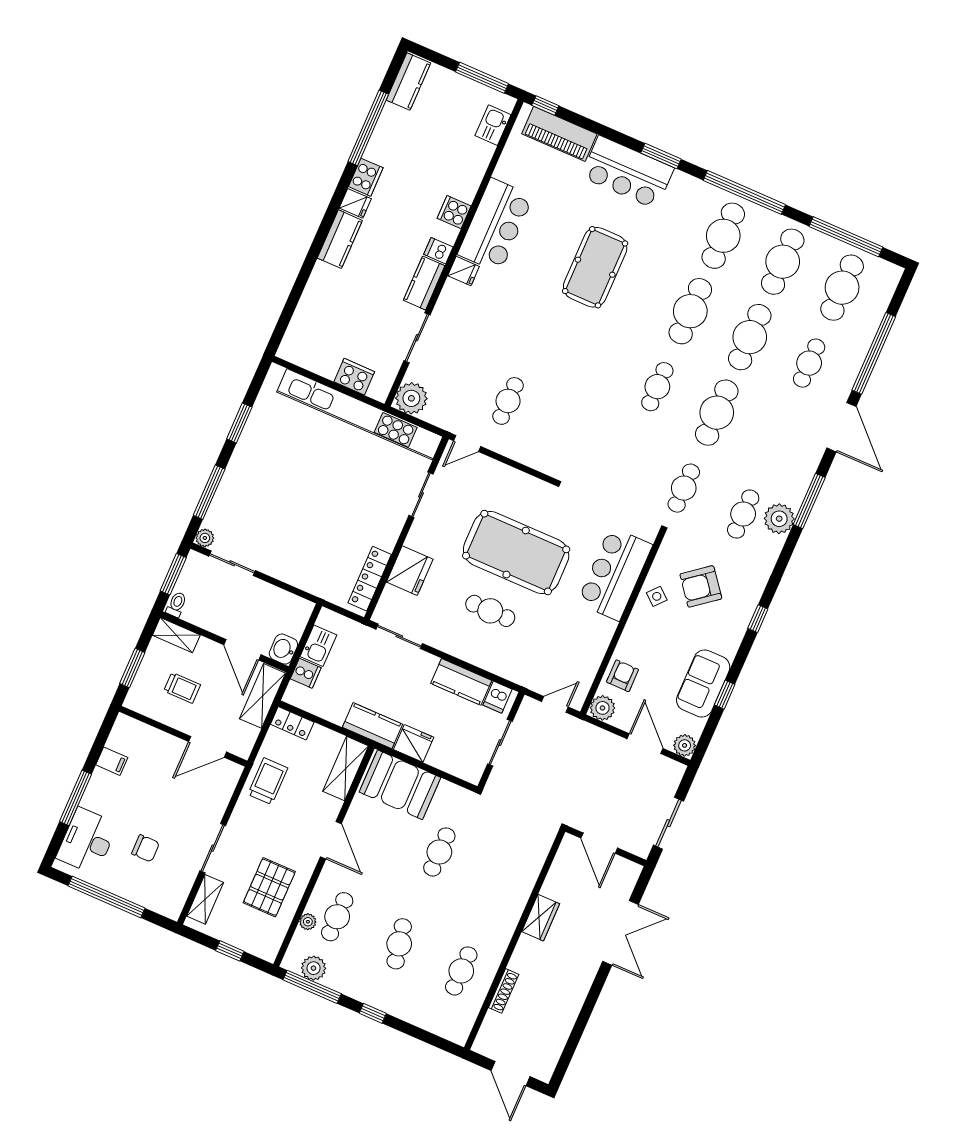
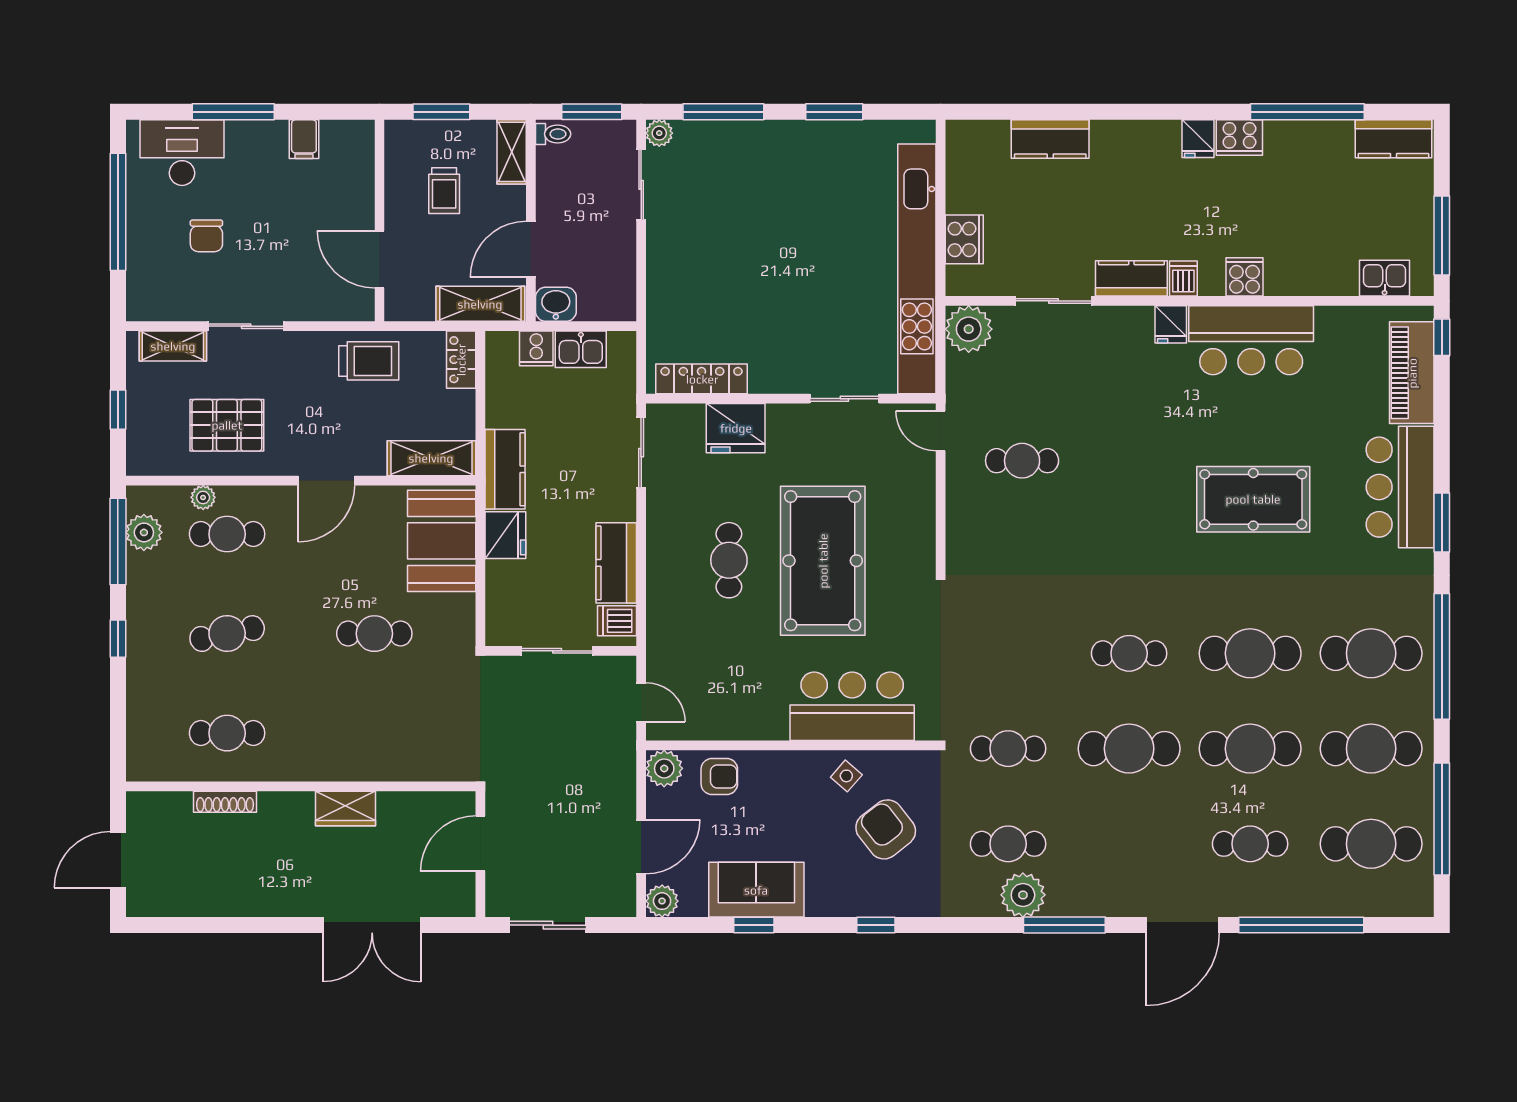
kitchen counter: (340, 239) -> (1050, 139), moved

